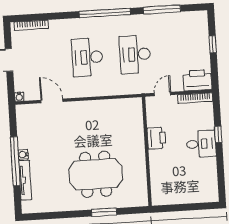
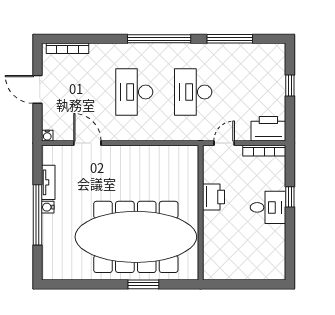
meeting table: (96, 174) -> (136, 237), width x1.86, depth x1.27
tv unit: (25, 180) -> (48, 182), moved, width x0.71

